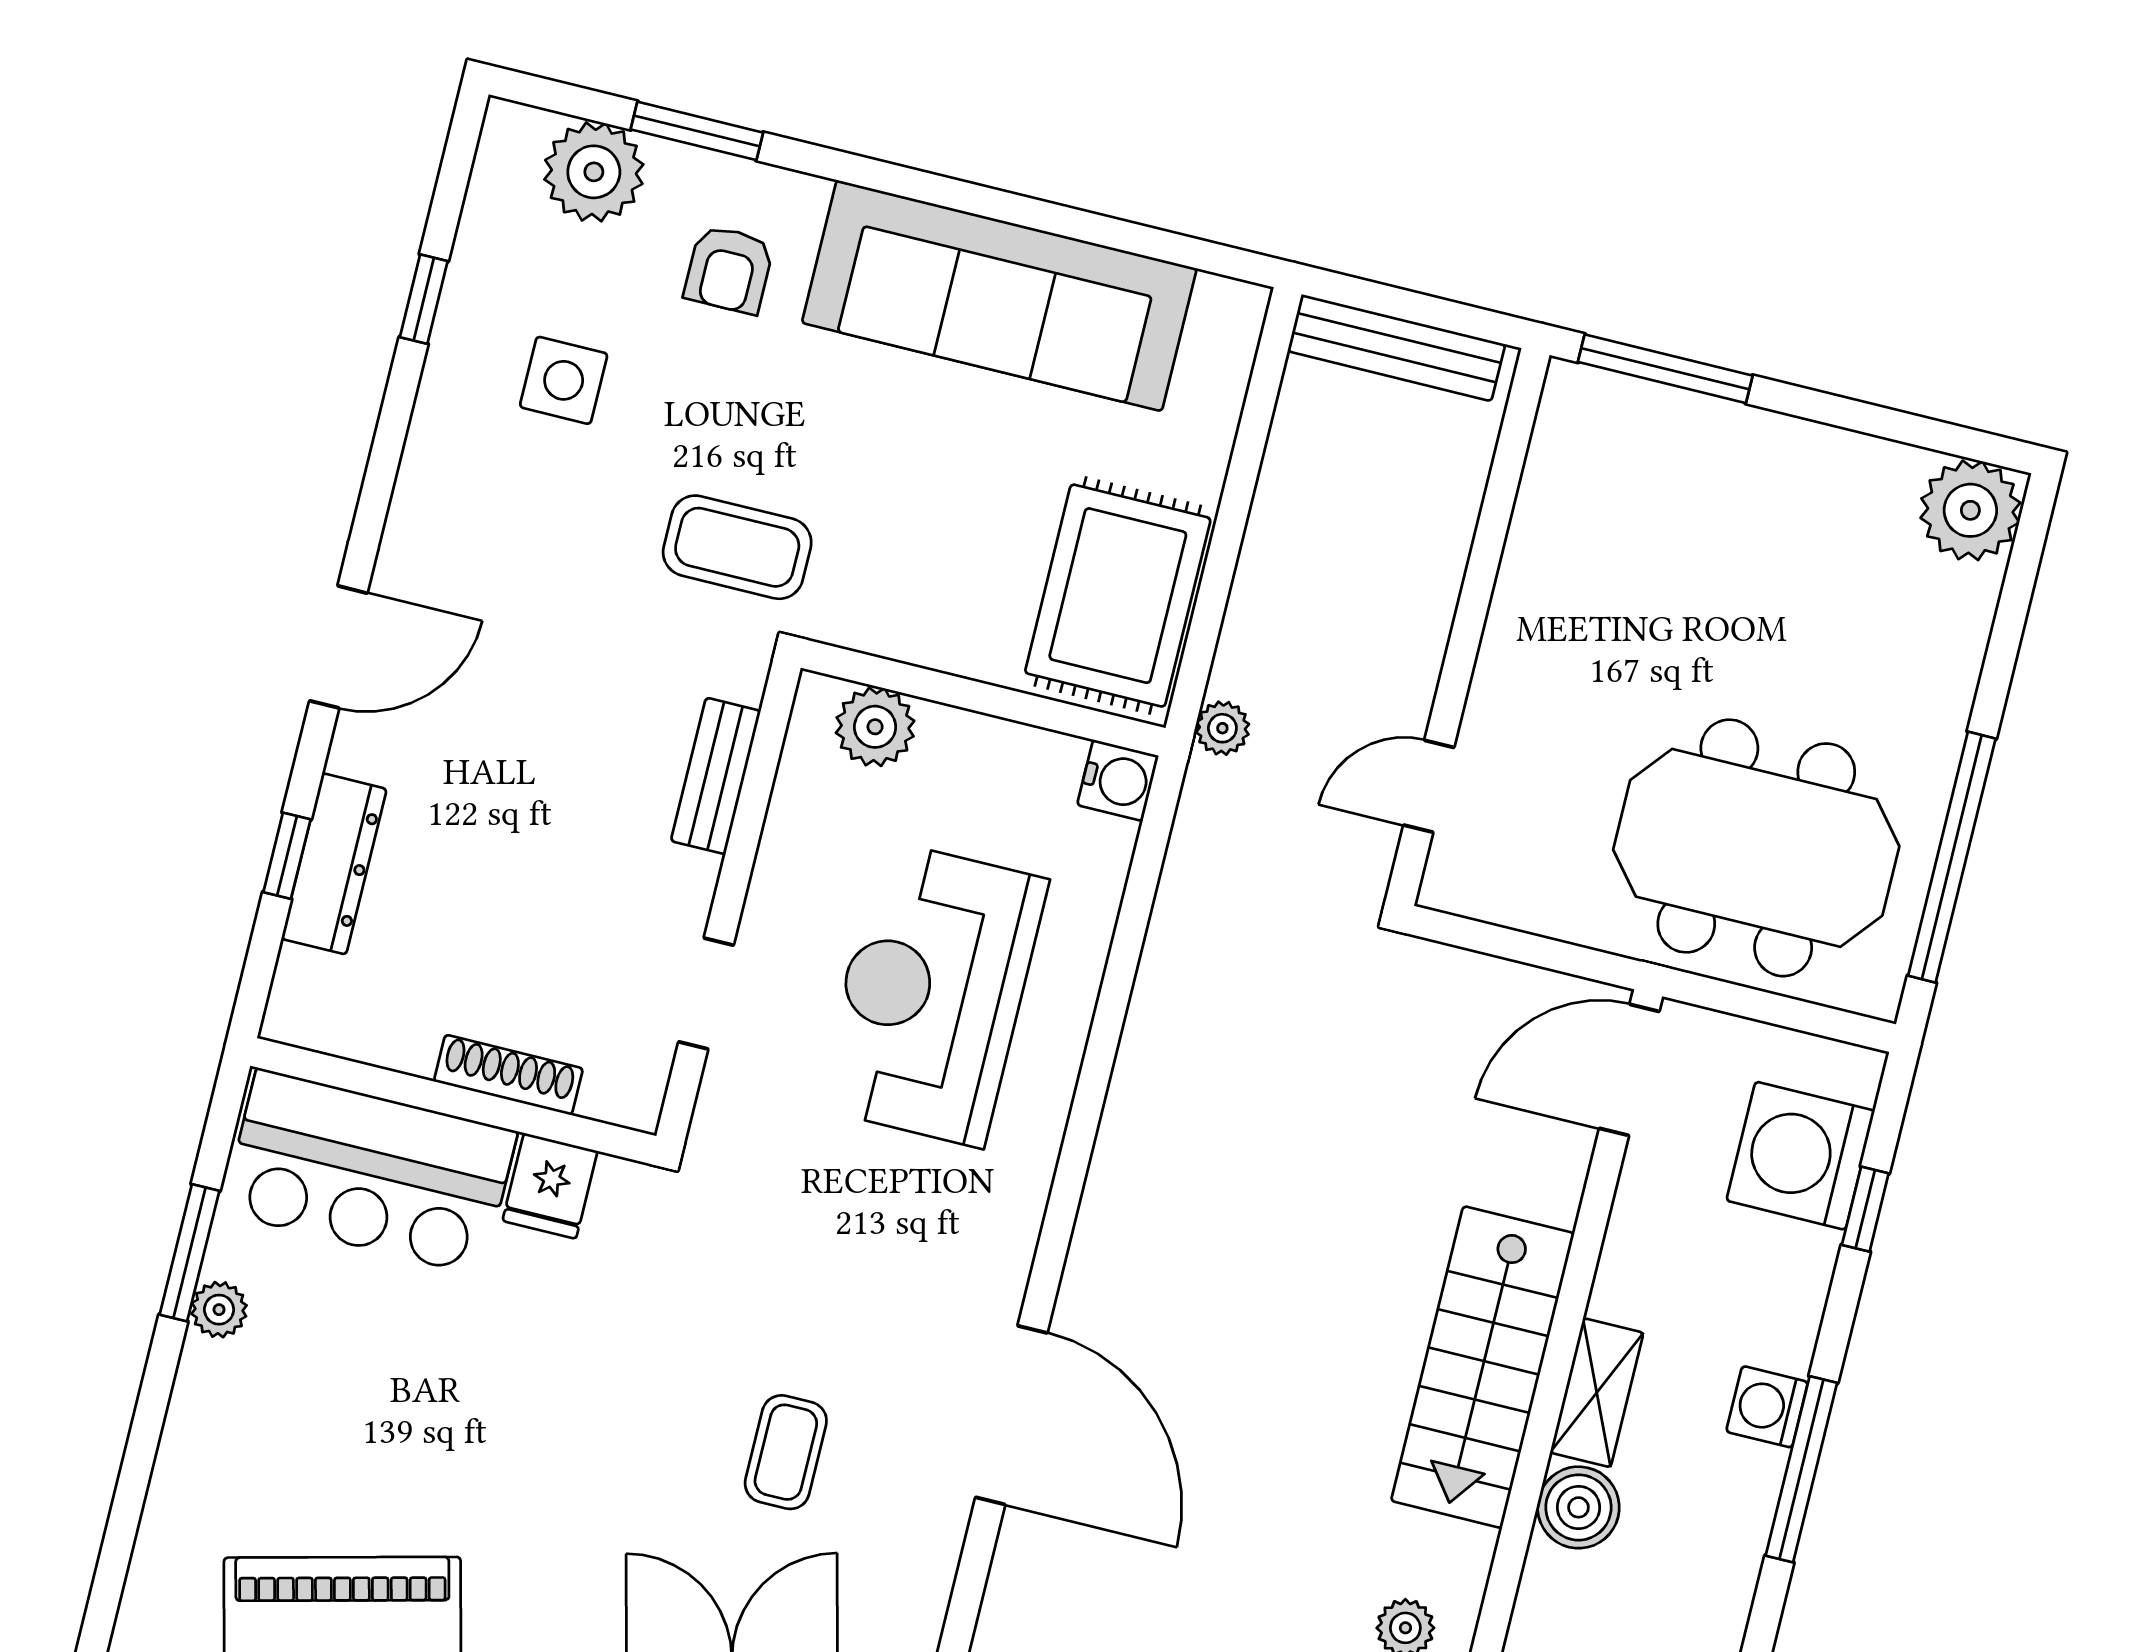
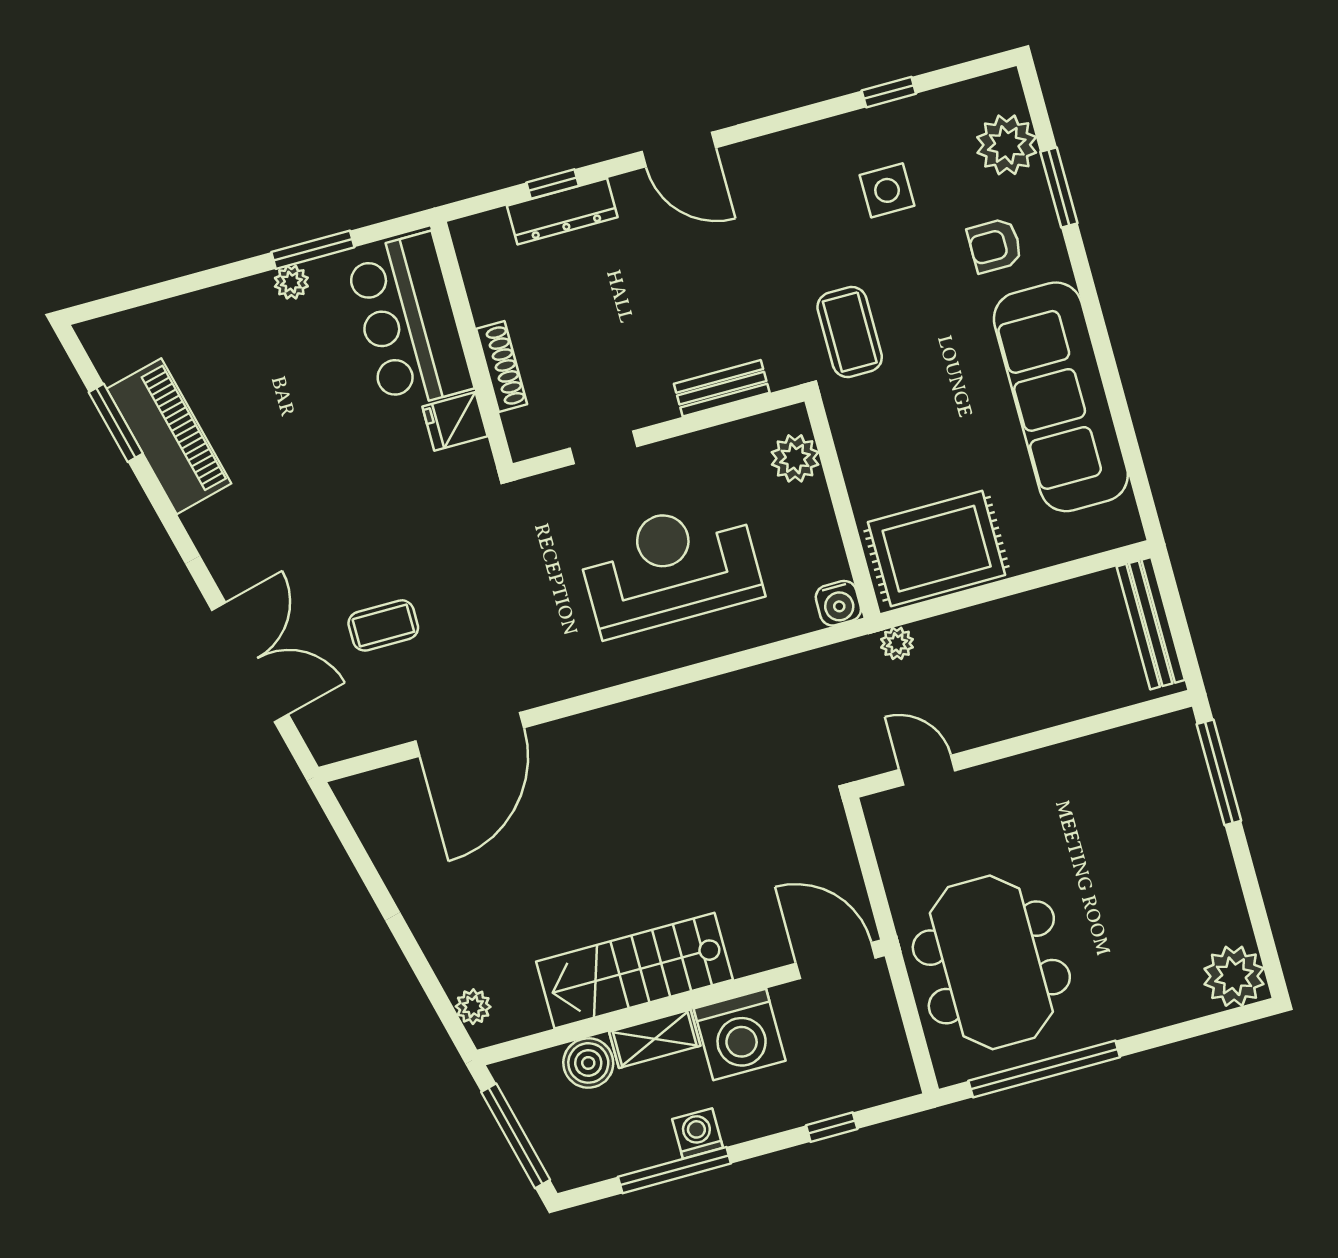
washing machine: (1801, 1156) -> (740, 1035), moved, turned 180

